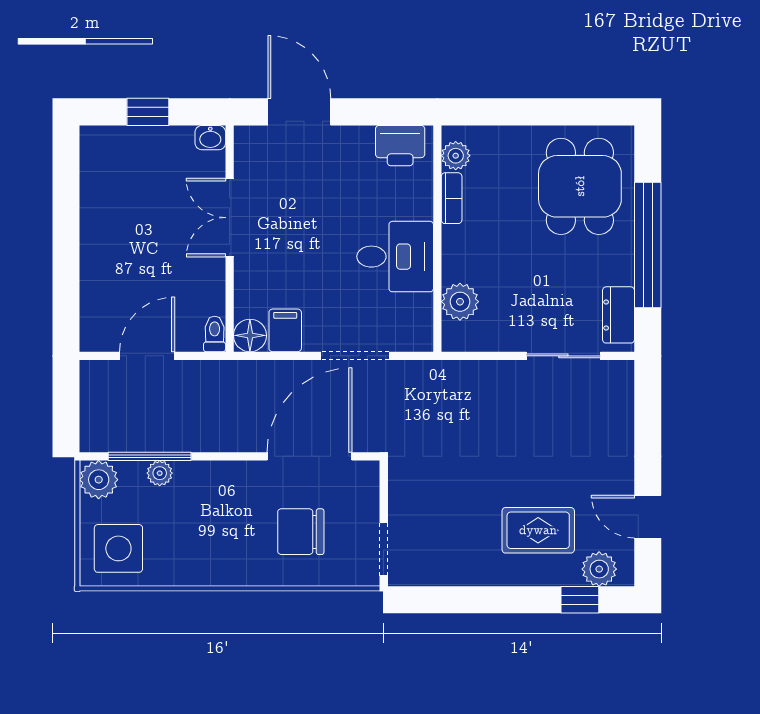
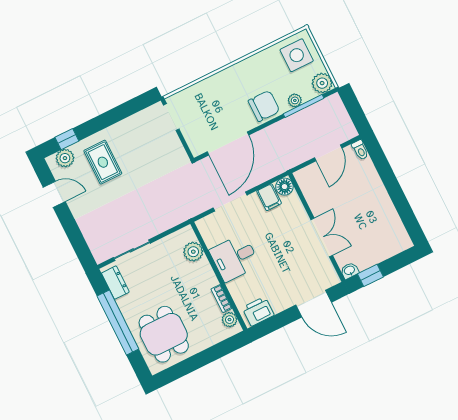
window: (148, 112) -> (370, 275), moved
toilet: (215, 334) -> (360, 150), moved
rug: (538, 530) -> (103, 162), turned 90
chair: (301, 532) -> (264, 106), moved

